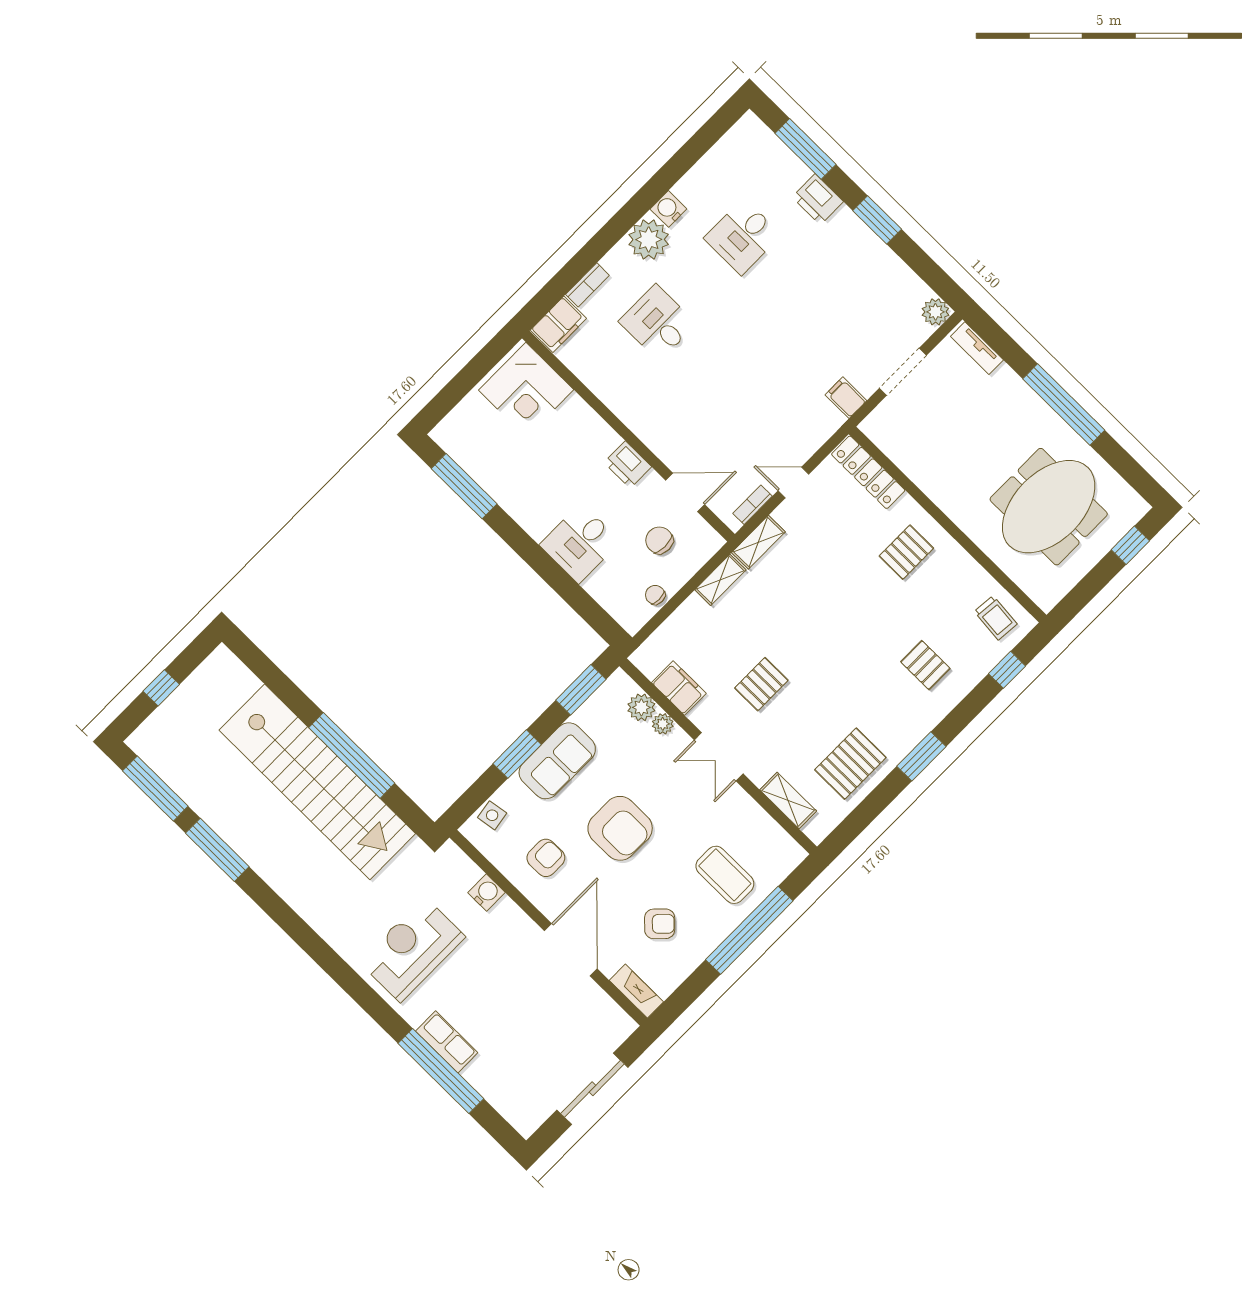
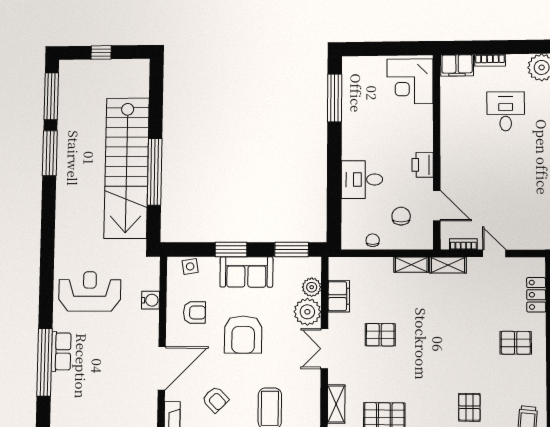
locker: (868, 472) -> (536, 295), width x0.66
plant: (663, 724) -> (307, 312), width x1.88, depth x1.88

